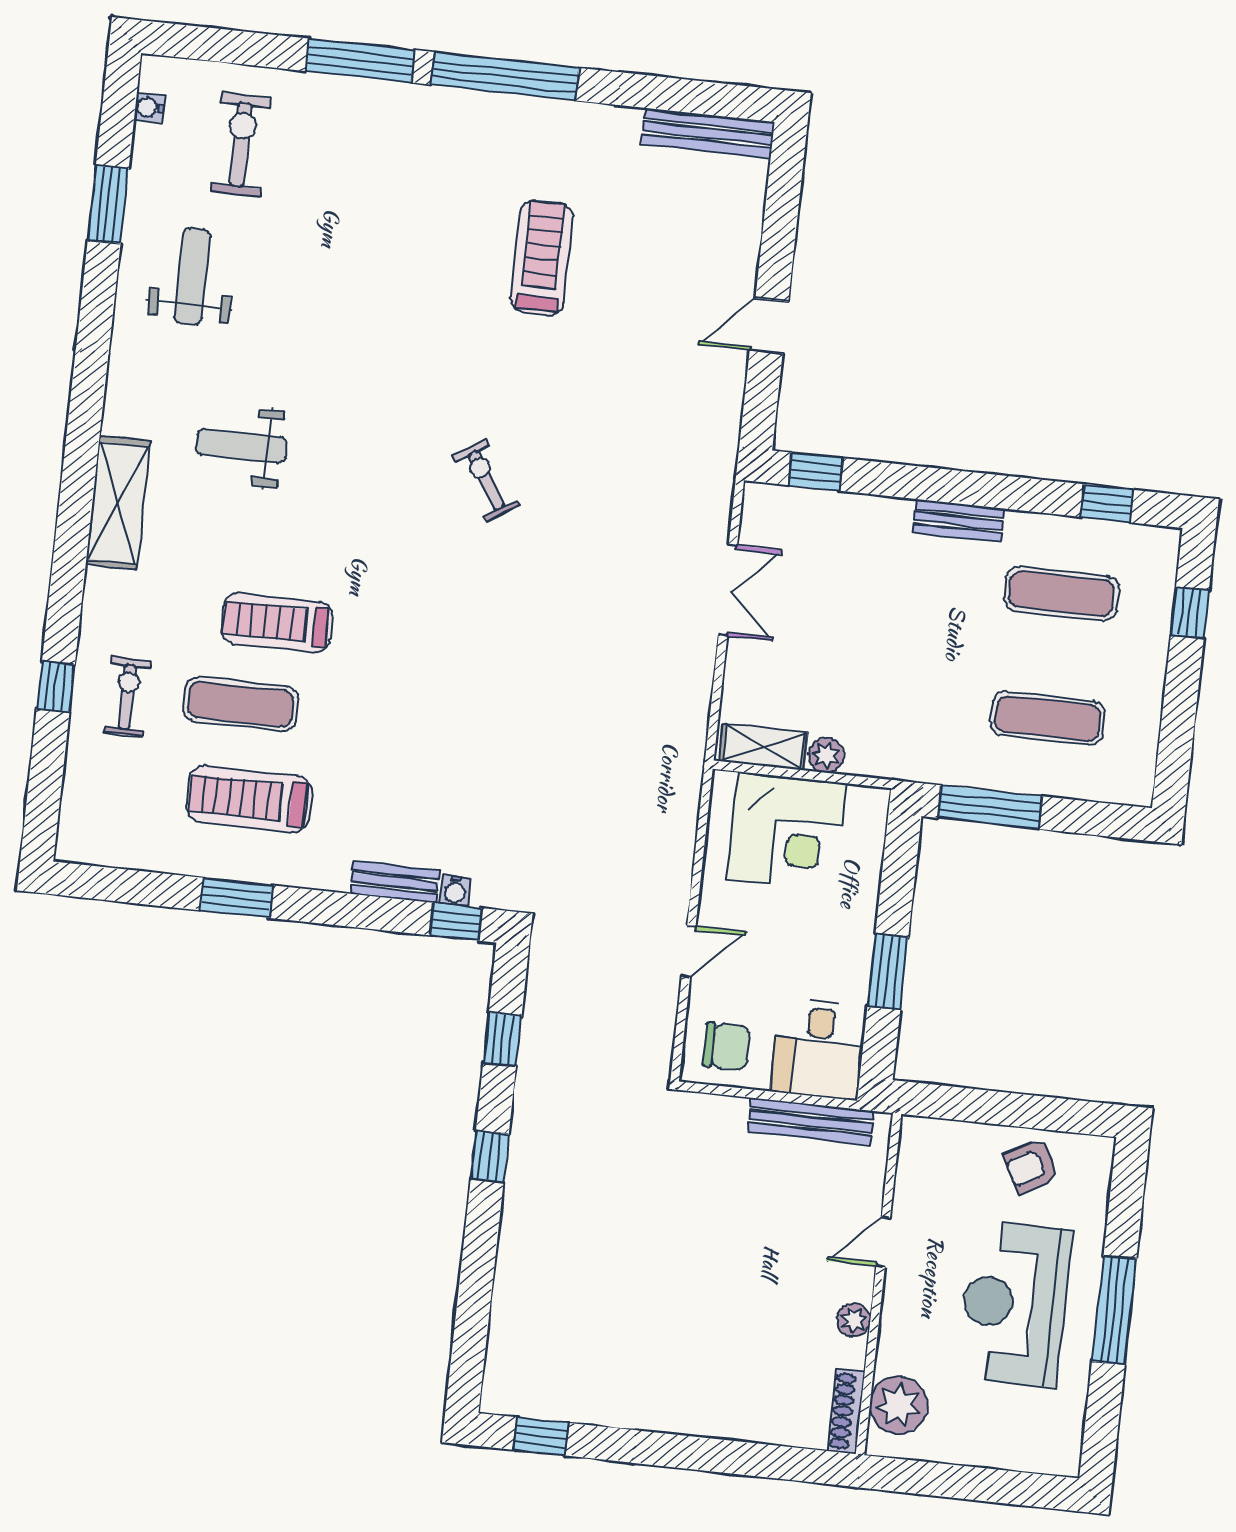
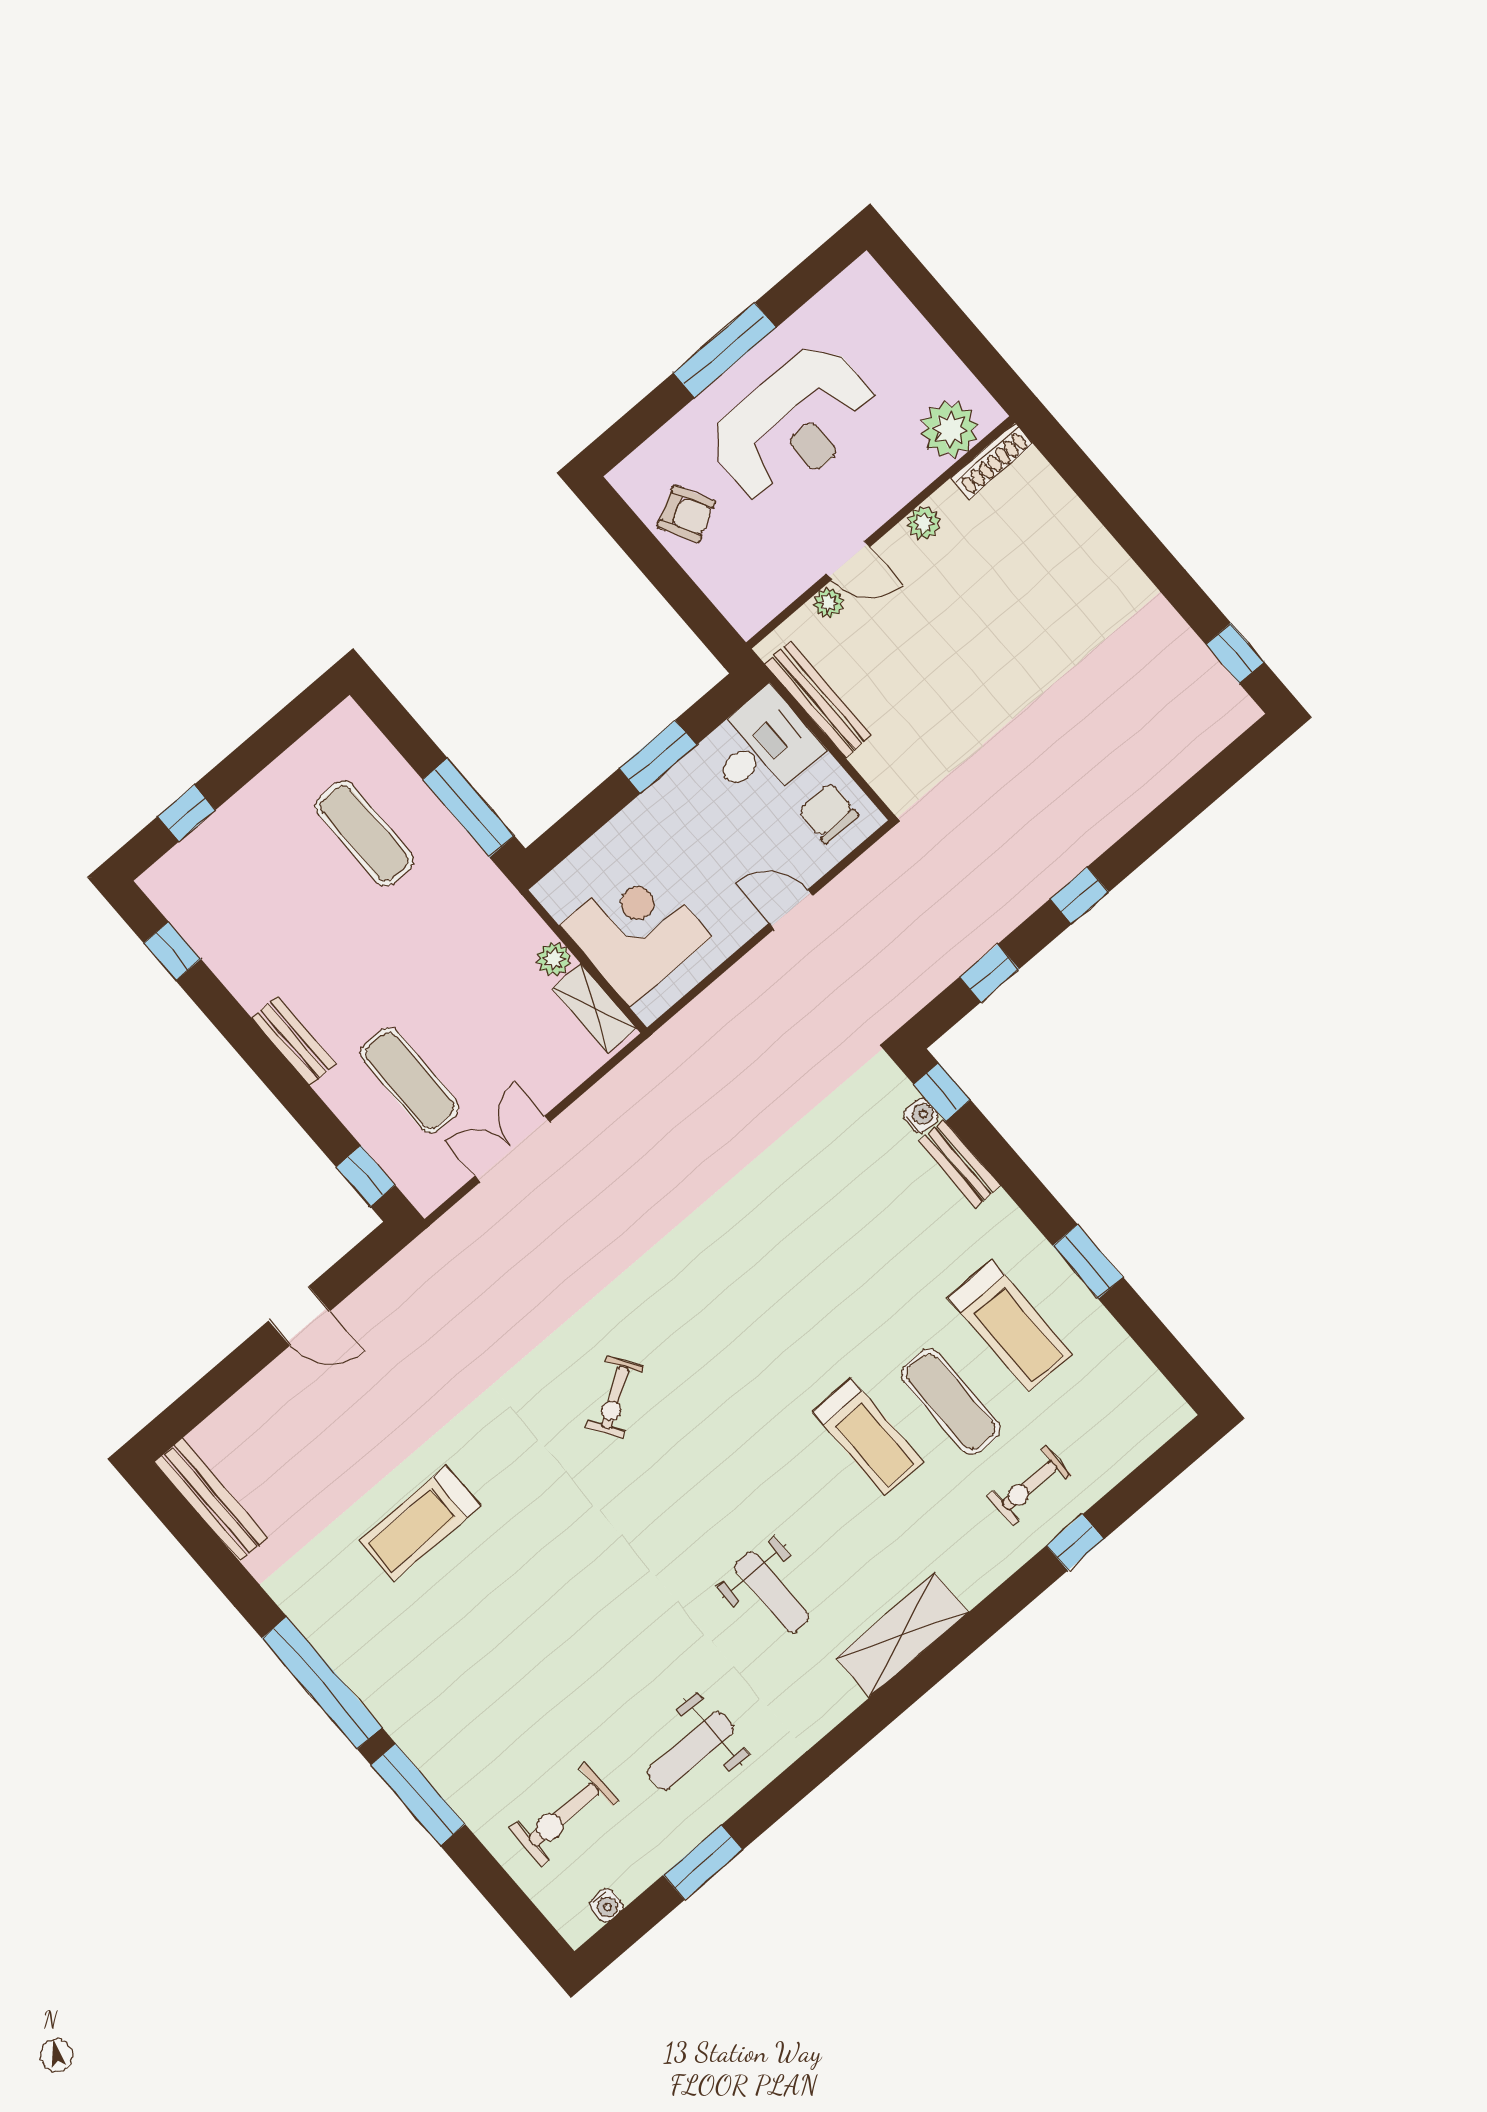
exercise mat: (1061, 594) -> (410, 1080), moved
plant: (868, 1198) -> (829, 603), added

